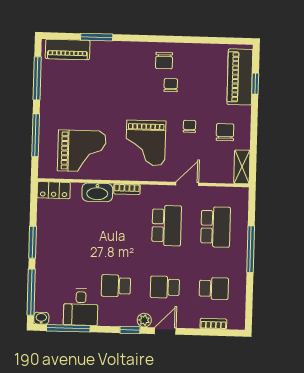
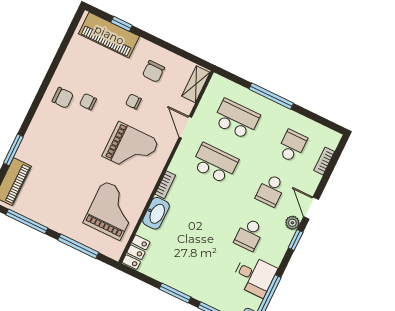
chair: (225, 132) -> (153, 71), turned -90
shelving: (242, 167) -> (196, 84), moved, turned 90

